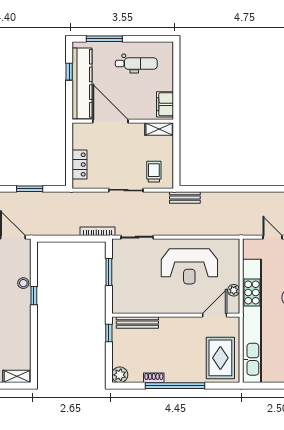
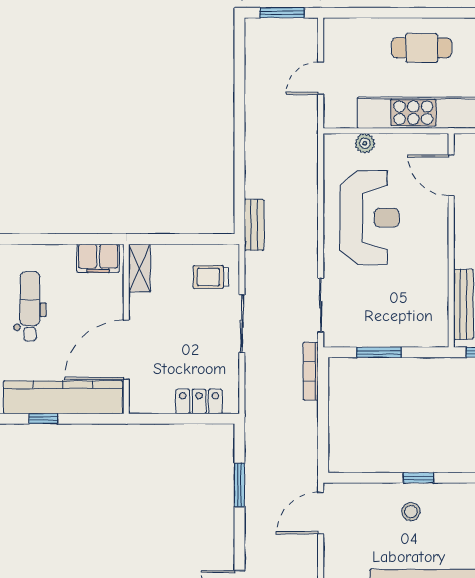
stool: (23, 283) -> (411, 512), moved
plant: (234, 290) -> (365, 143), moved

